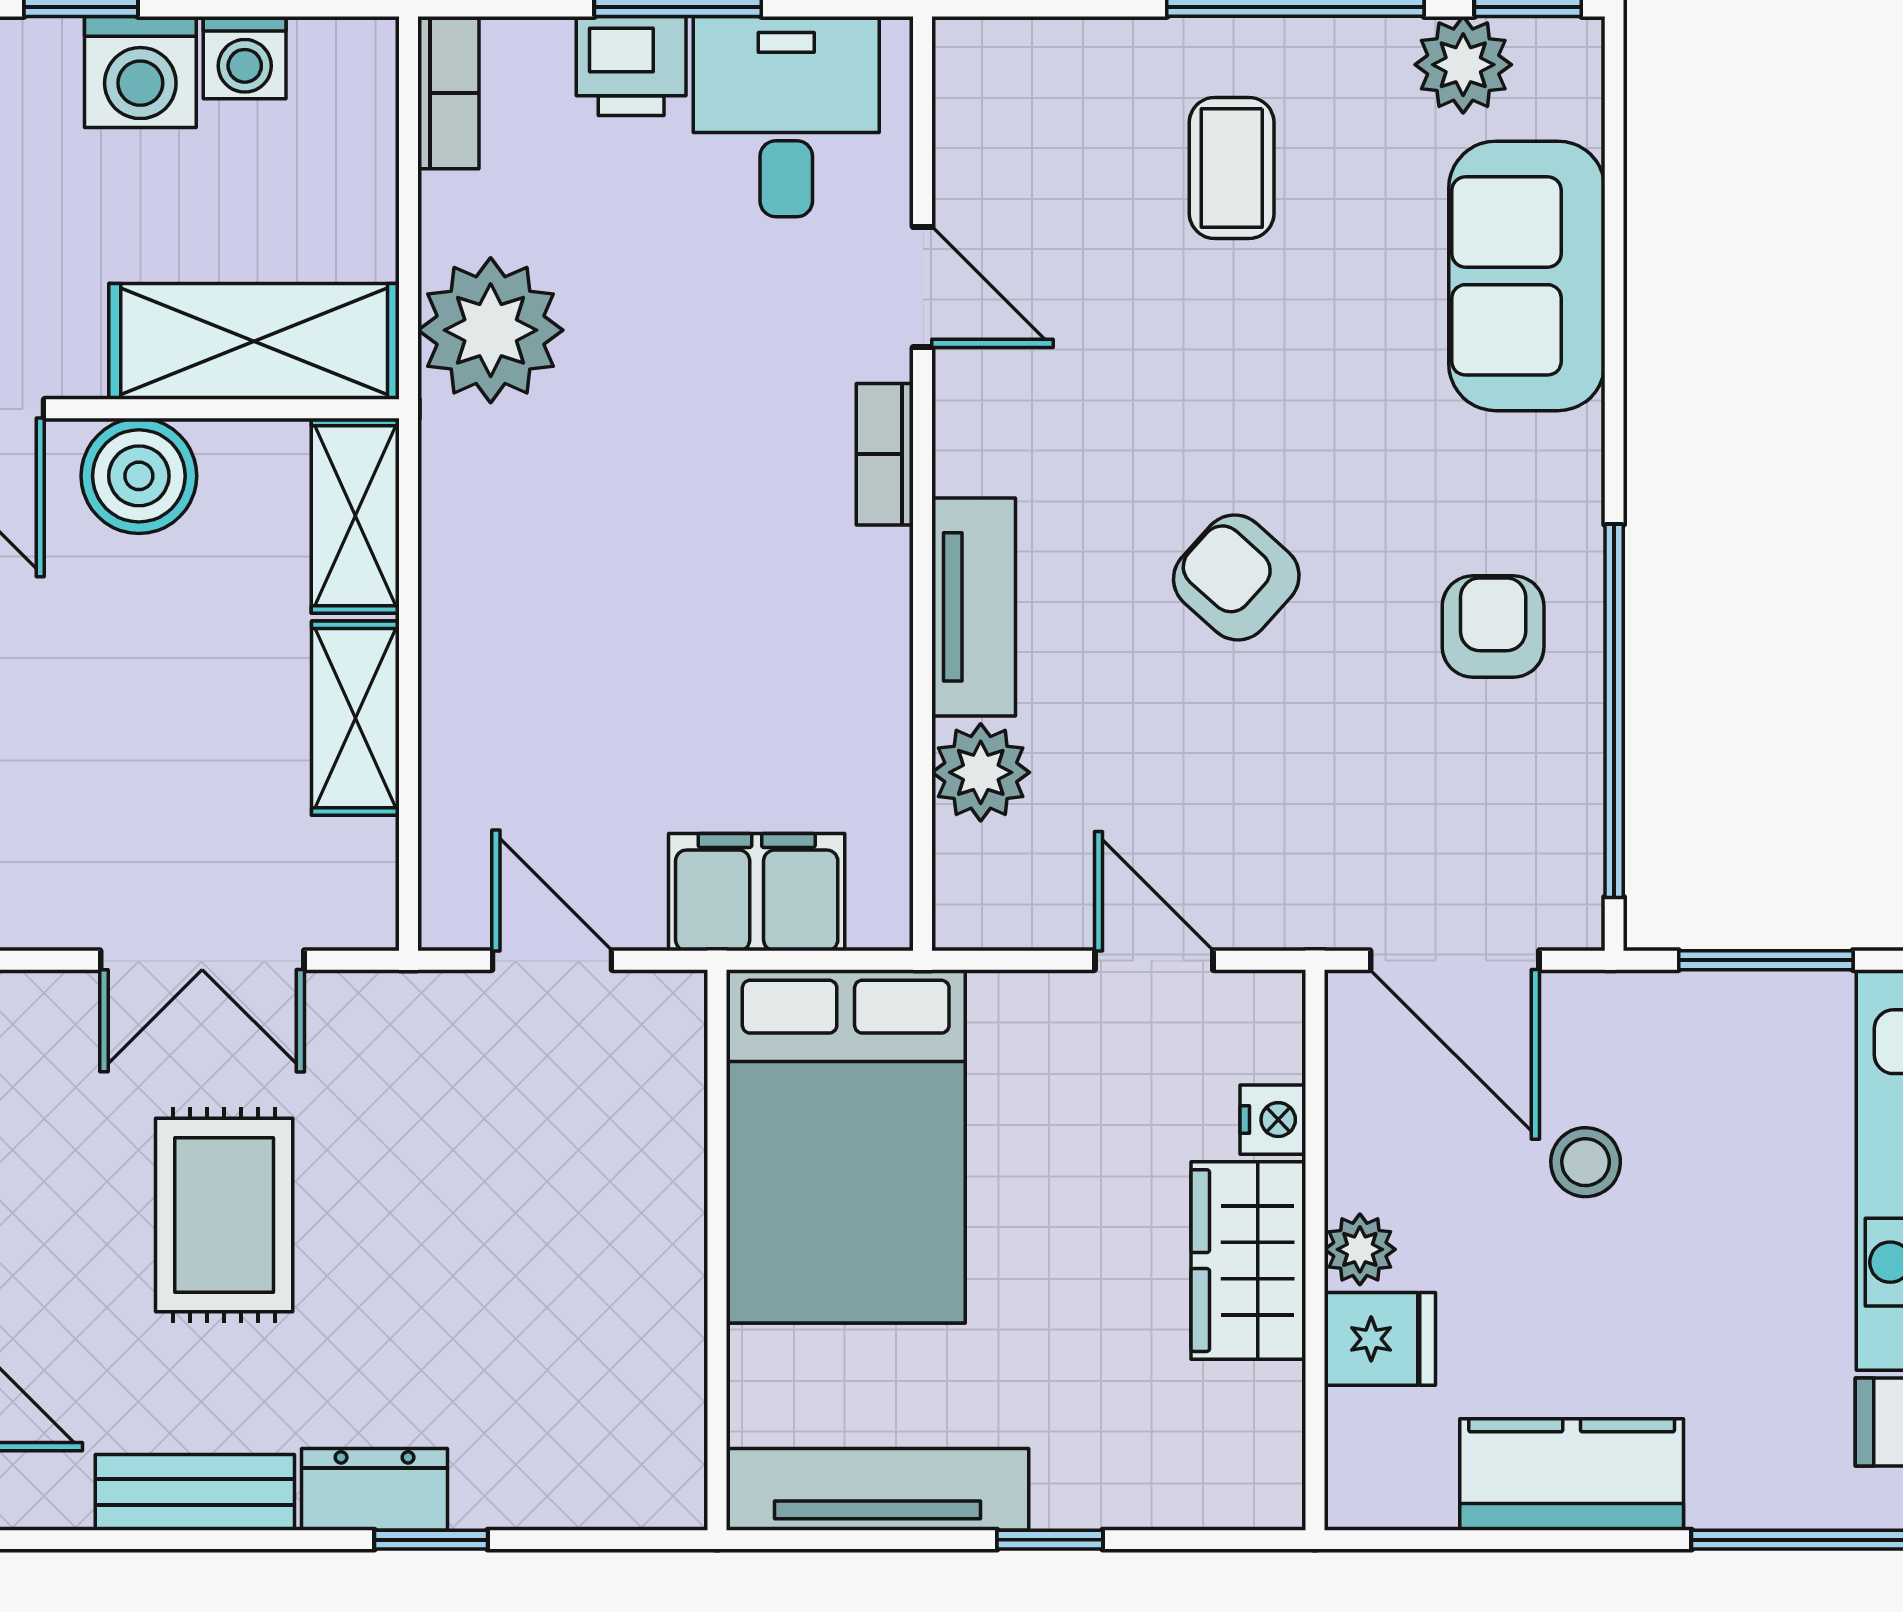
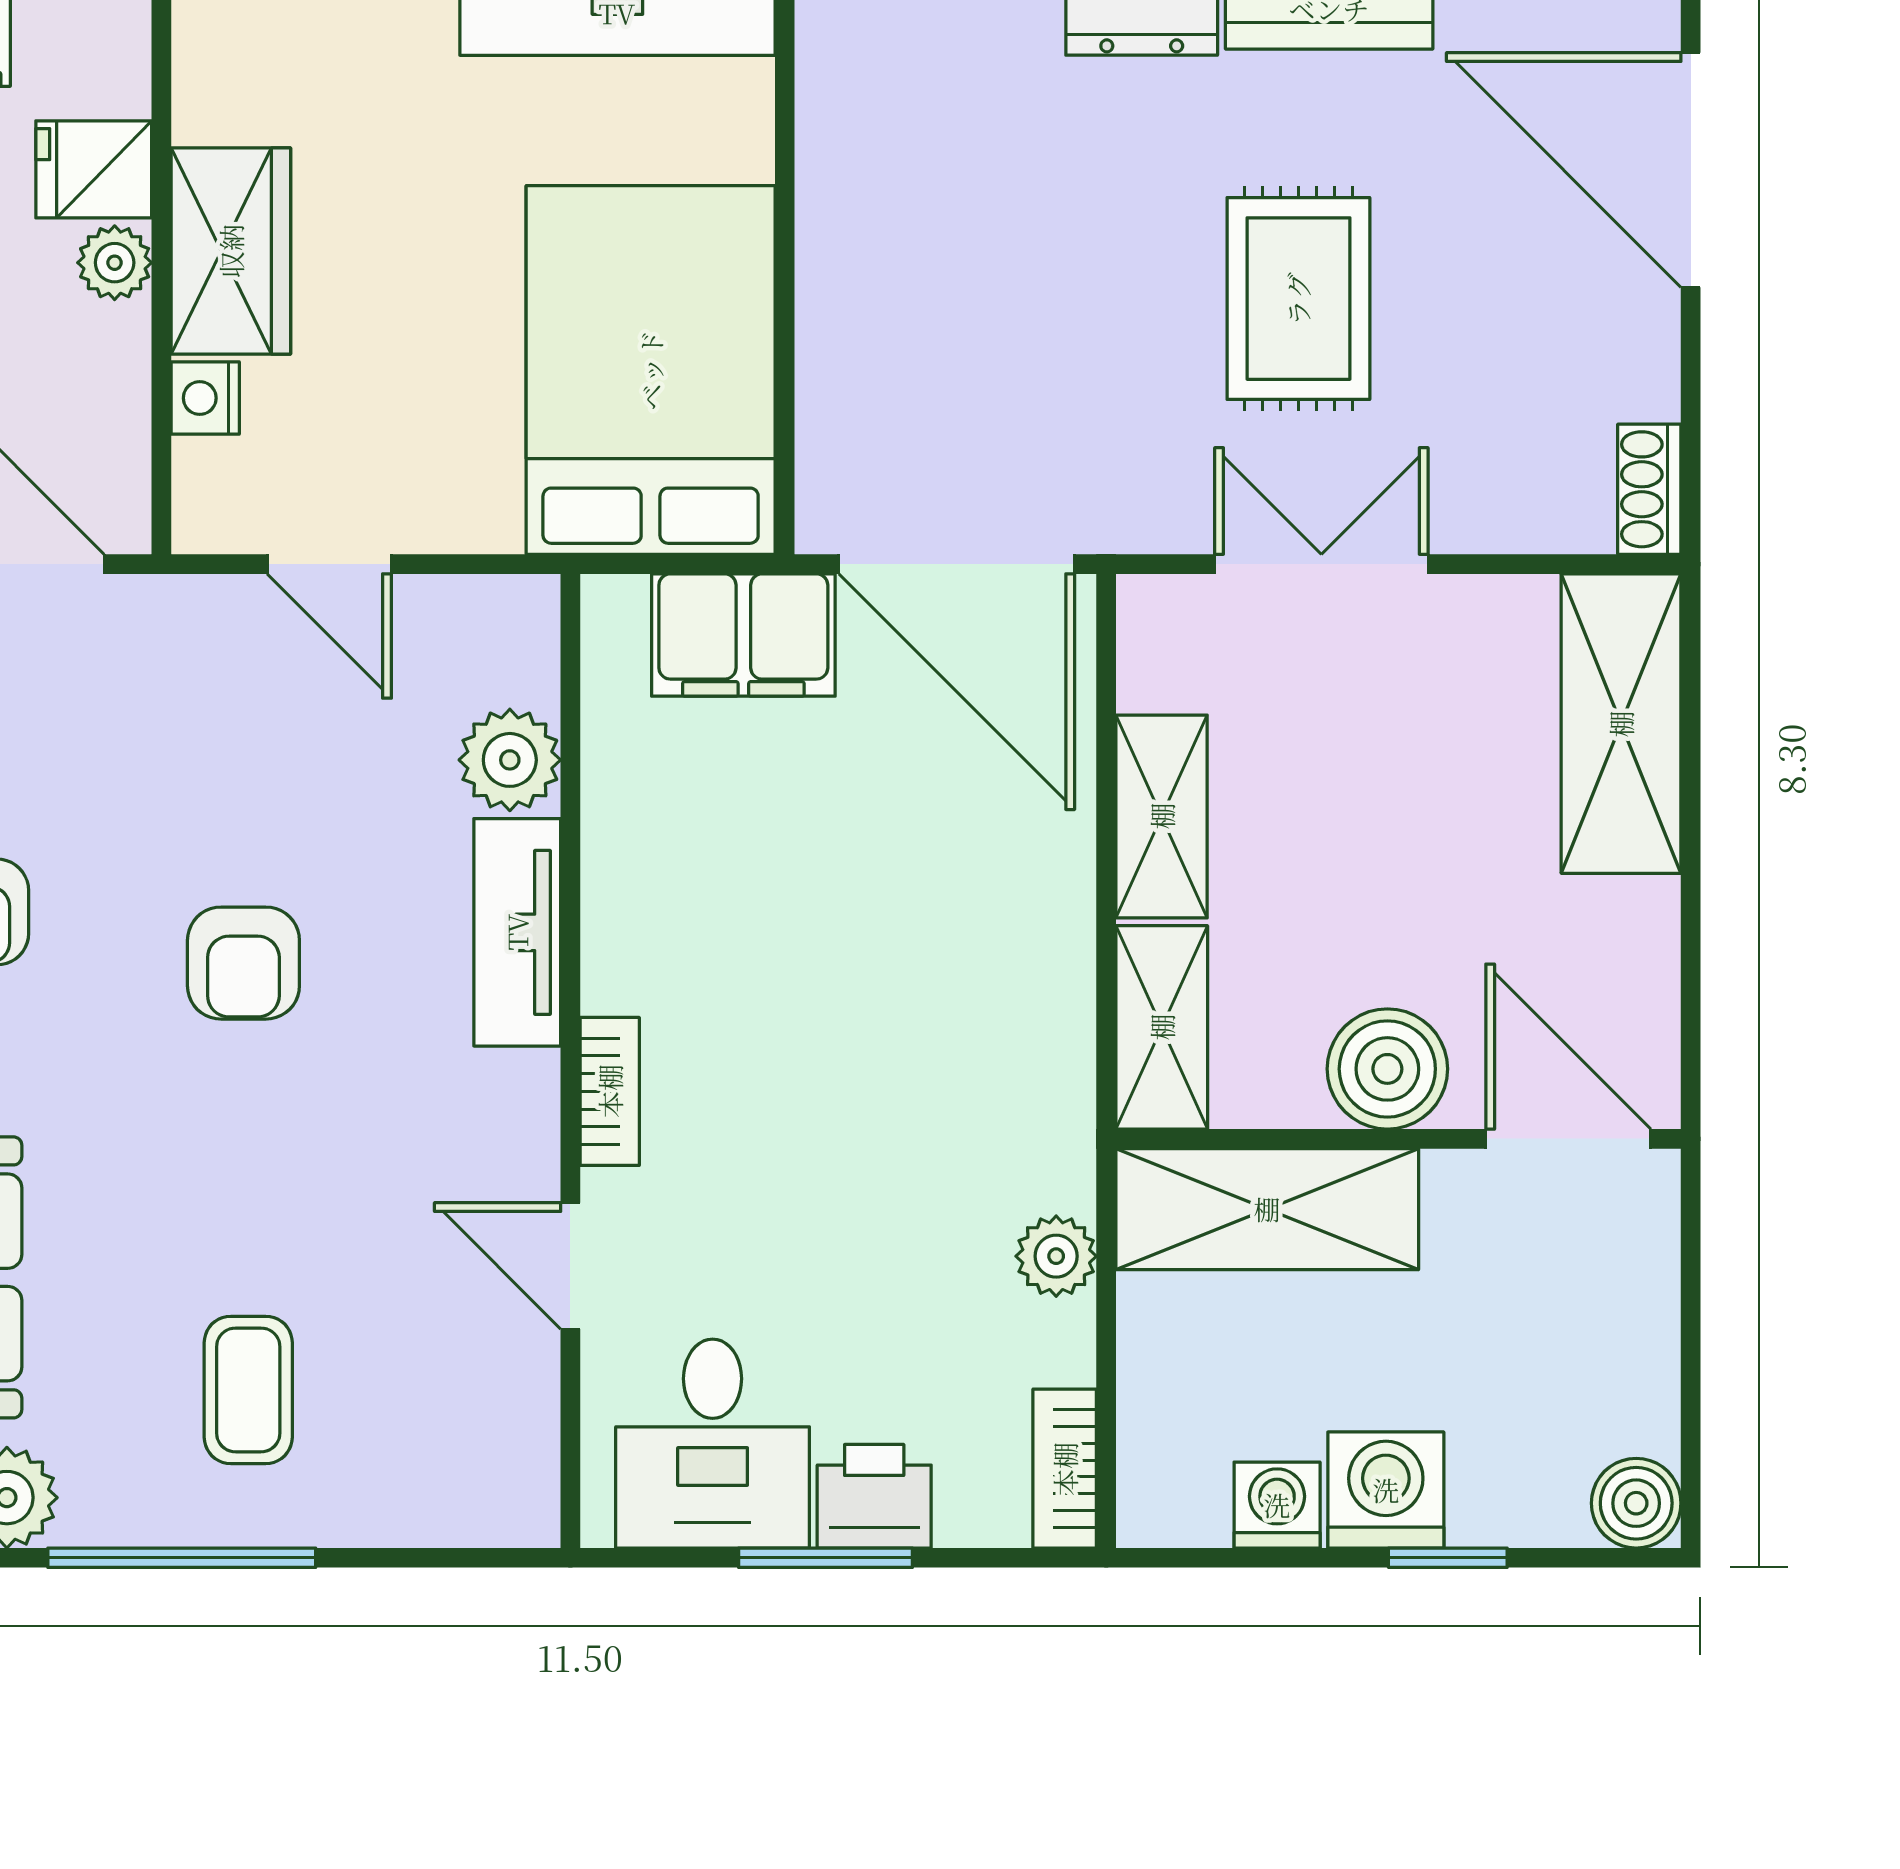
plant: (491, 330) -> (1056, 1256), width x0.53, depth x0.53
armchair: (1236, 577) -> (243, 963), turned 48
door: (552, 960) -> (957, 564), width x1.88

